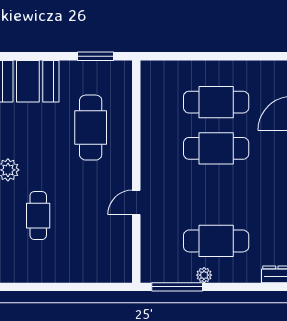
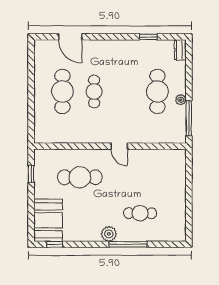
window: (96, 56) -> (31, 174), width x0.67
cafe table: (216, 148) -> (94, 91), width x0.73, depth x0.74
door: (136, 202) -> (119, 146), moved

